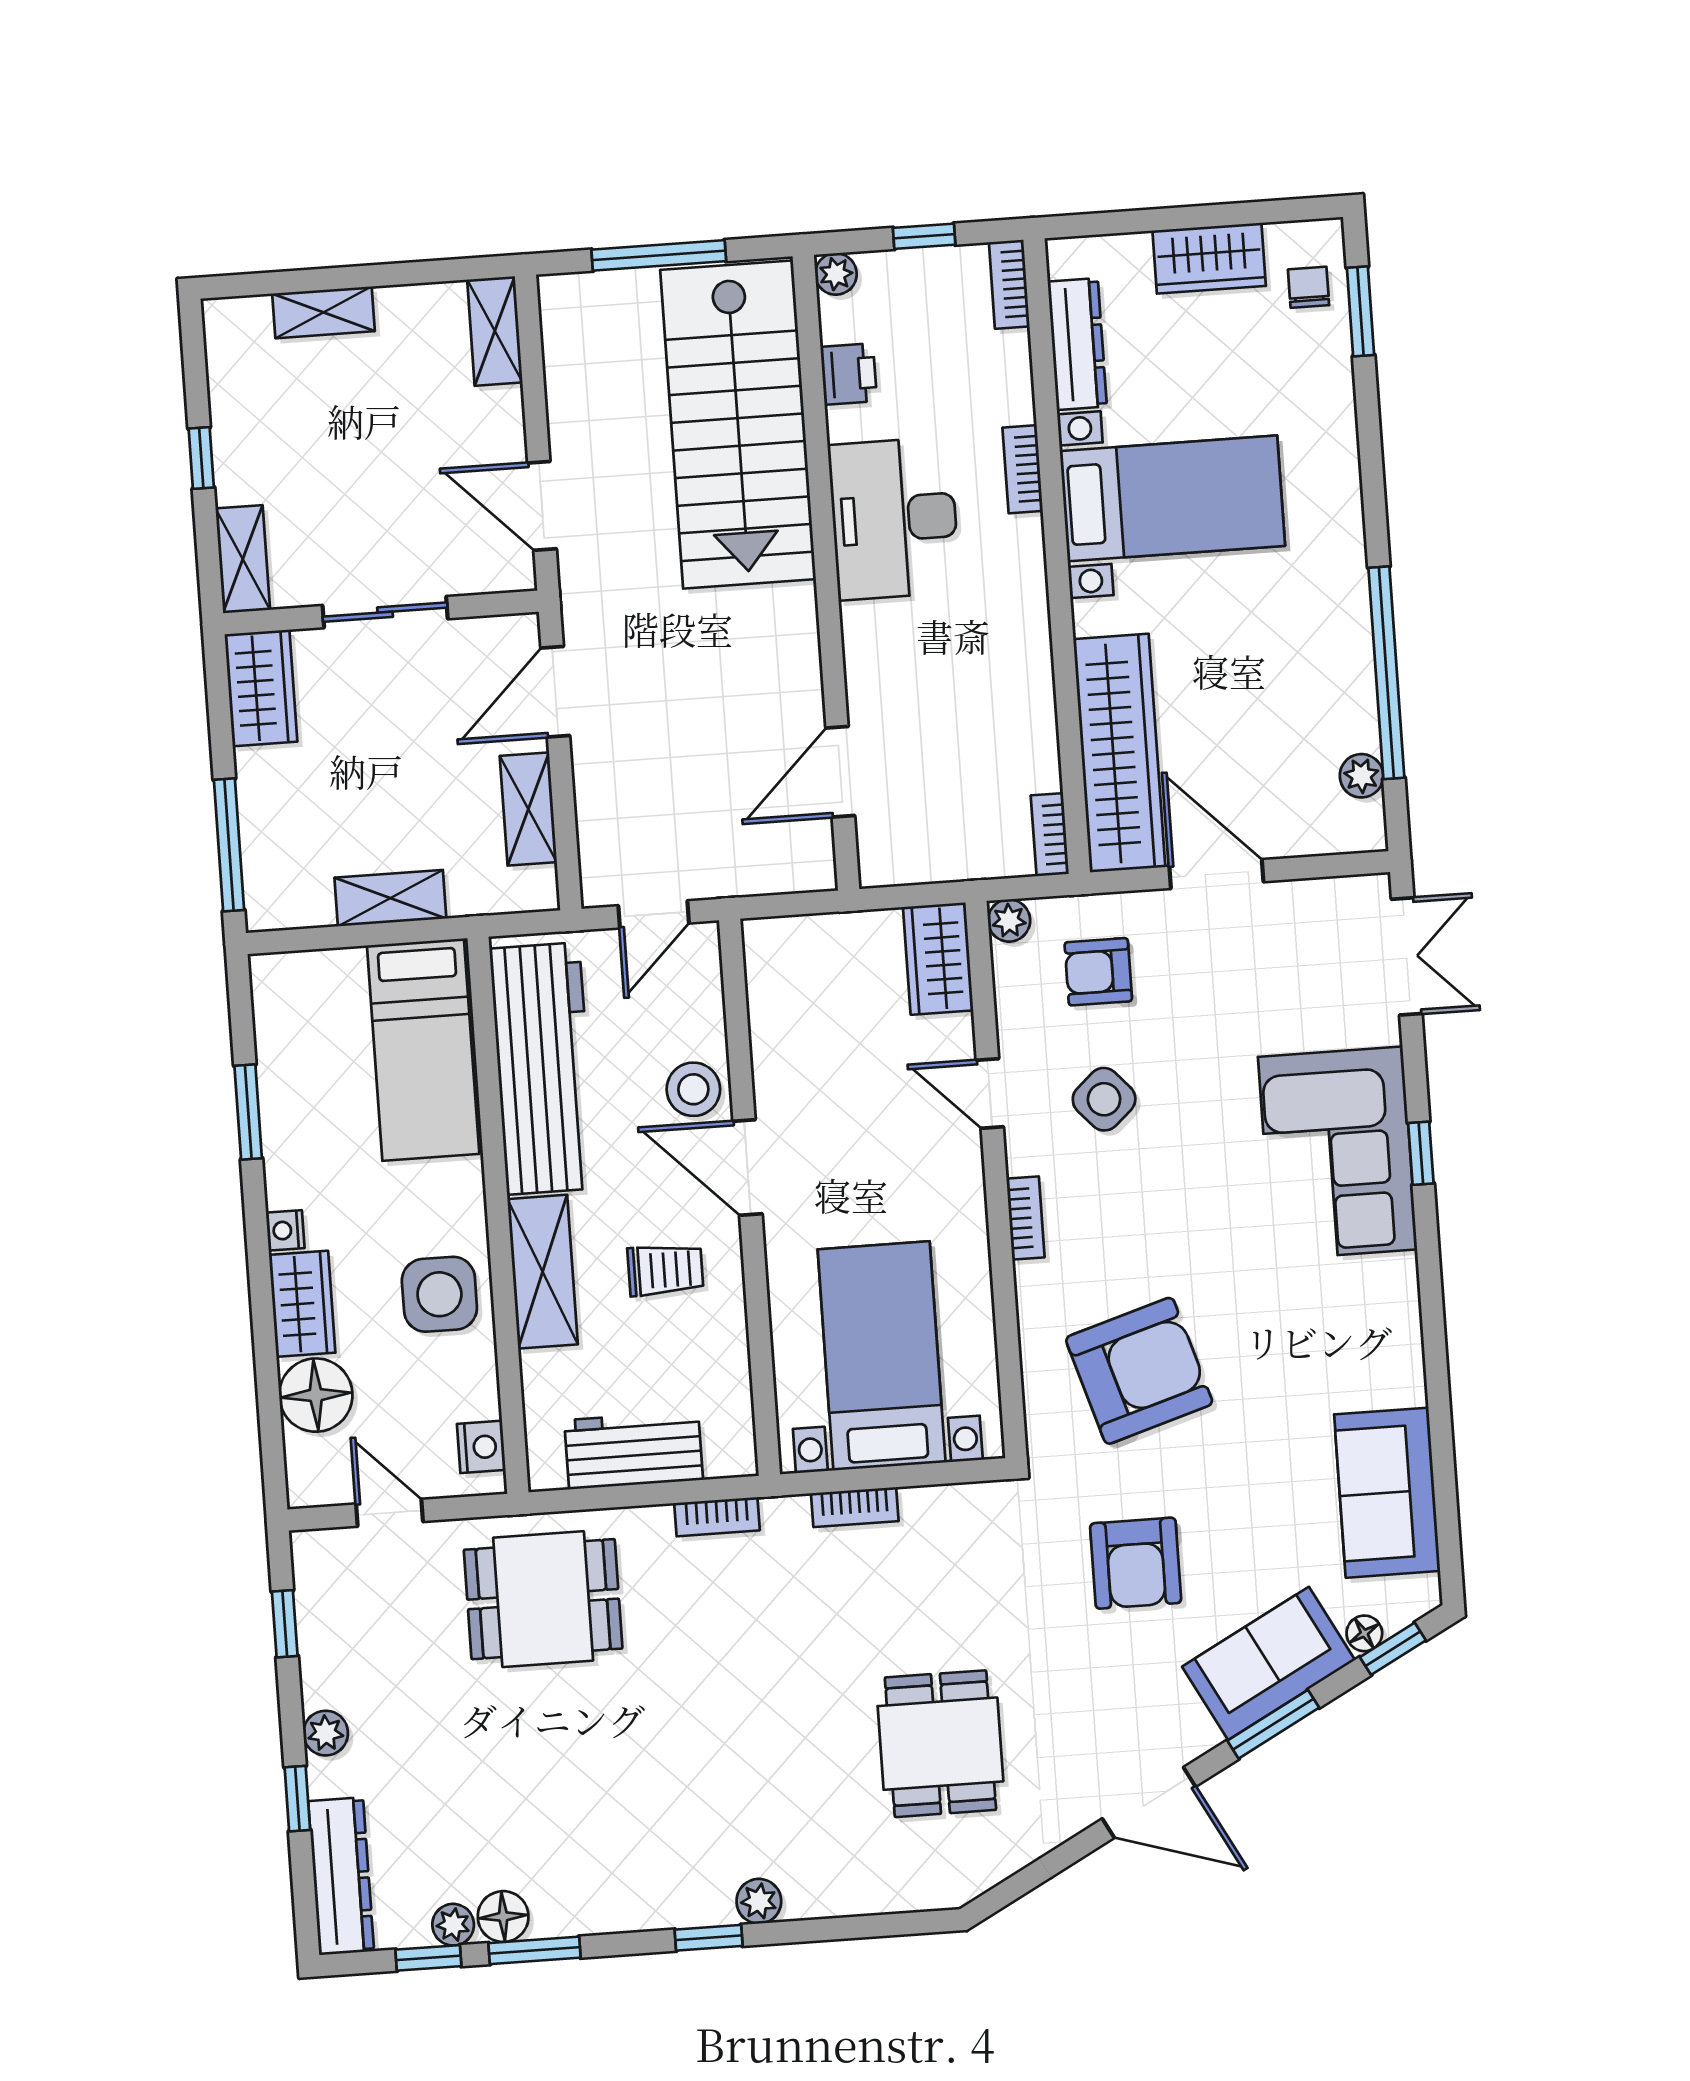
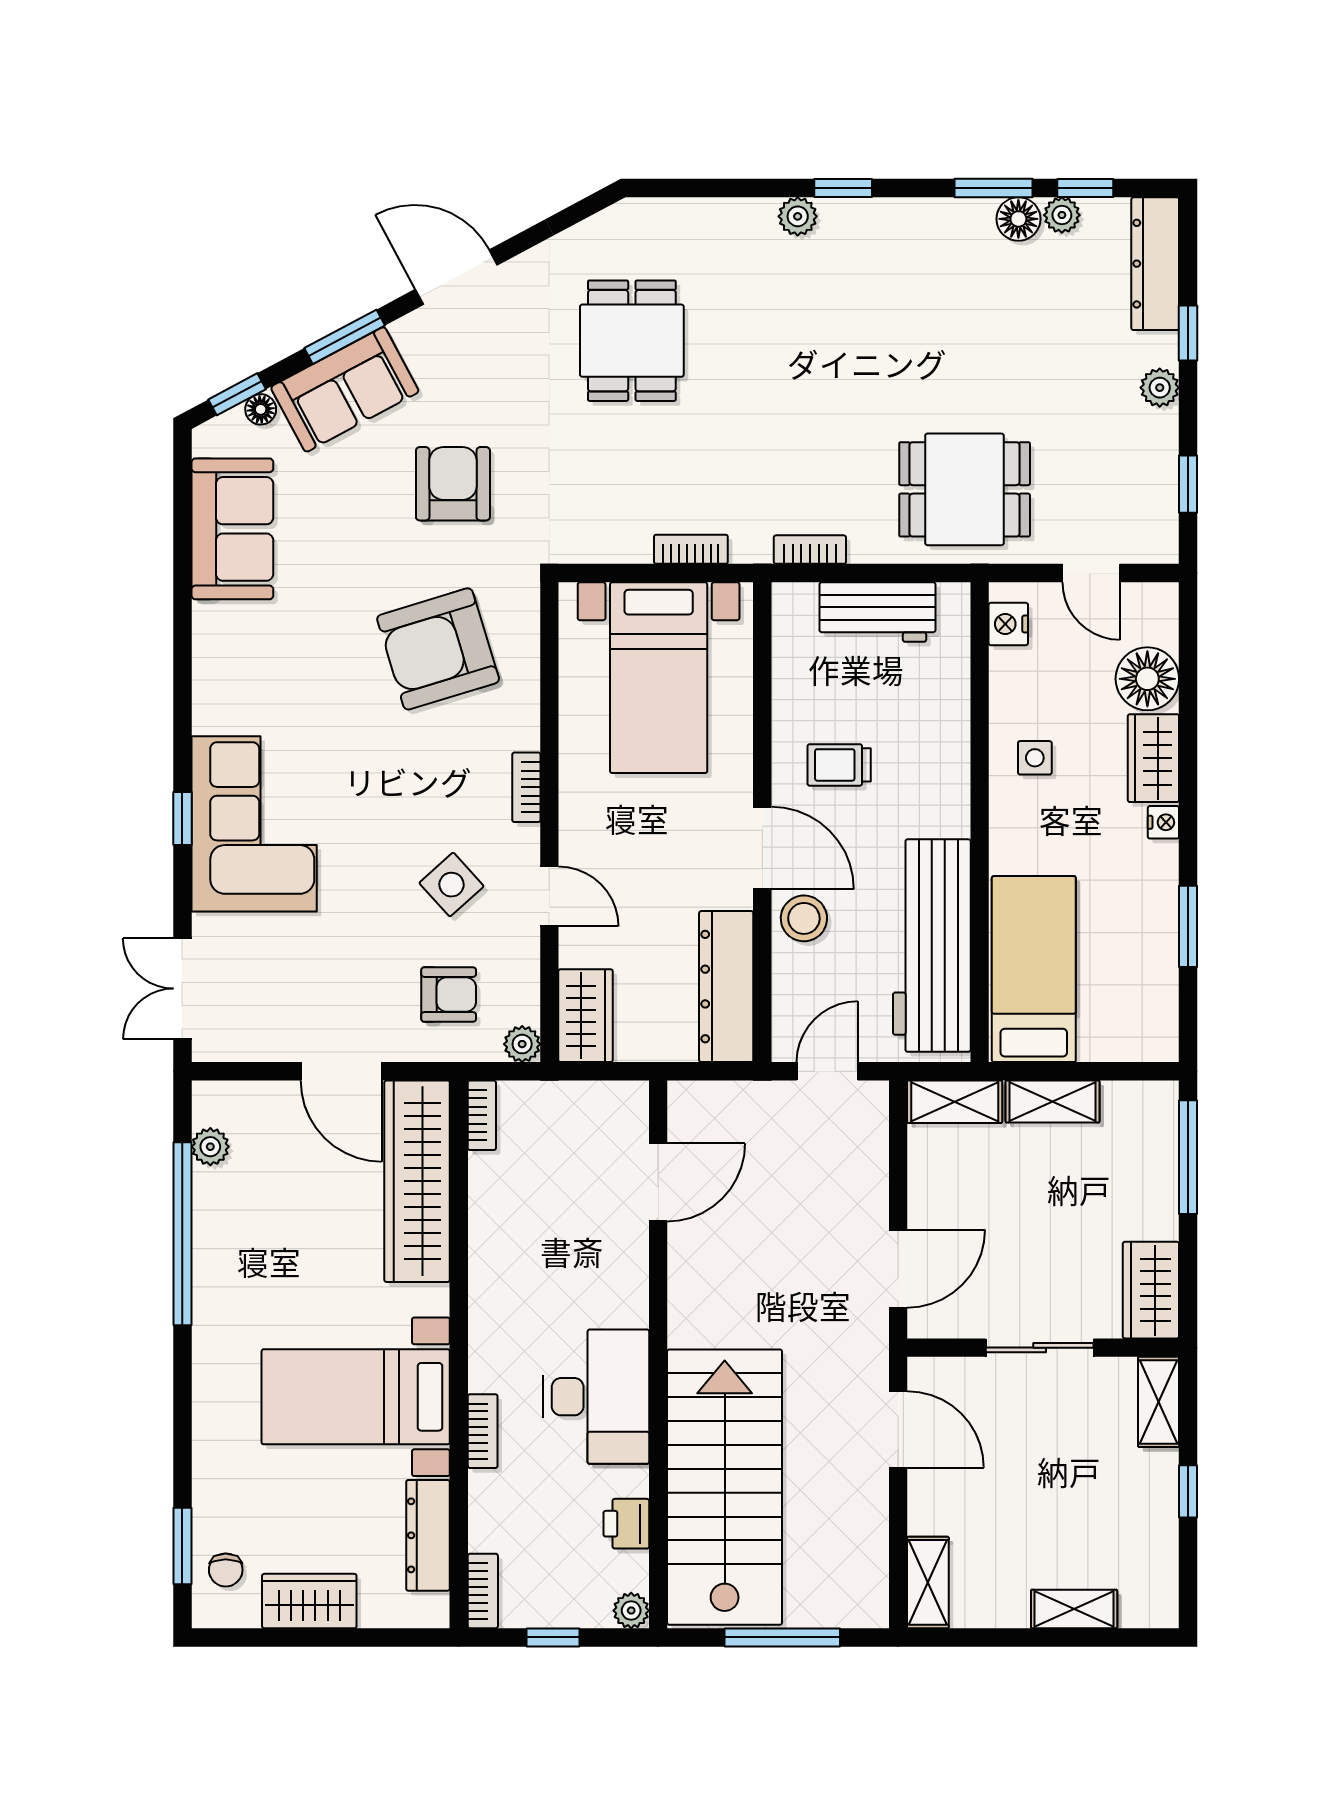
shelving: (528, 809) -> (955, 1102), moved, turned 90
dresser: (778, 1004) -> (726, 987), added
shelving: (543, 1272) -> (945, 771), removed
side table: (439, 1294) -> (1035, 758), width x0.54, depth x0.54

